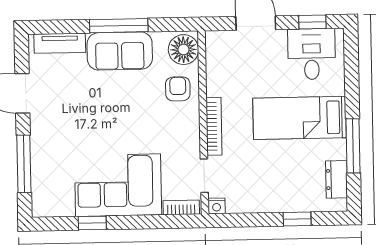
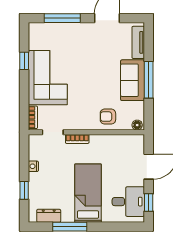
floor lamp: (183, 50) -> (137, 125), width x0.53, depth x0.53
armchair: (178, 89) -> (108, 117), turned 180
bookcase: (214, 126) -> (77, 139), width x0.64
nightstand: (217, 206) -> (33, 166), moved

